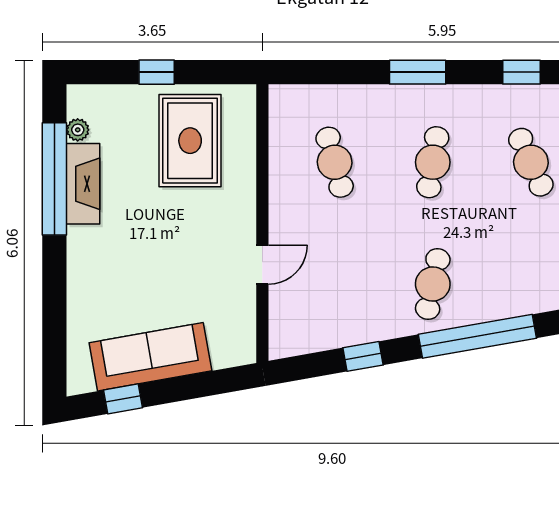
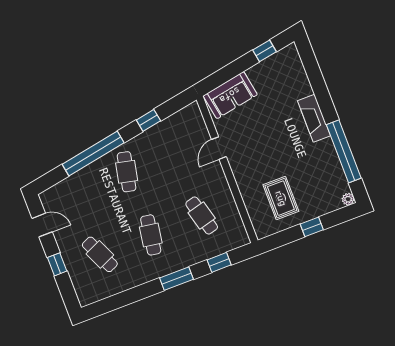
window: (521, 72) -> (219, 262), moved
plant: (78, 130) -> (348, 199), moved
rug: (190, 141) -> (281, 198), width x0.73, depth x0.70
fireplace: (83, 184) -> (314, 118), moved
sofa: (150, 357) -> (230, 95), moved, width x0.73

